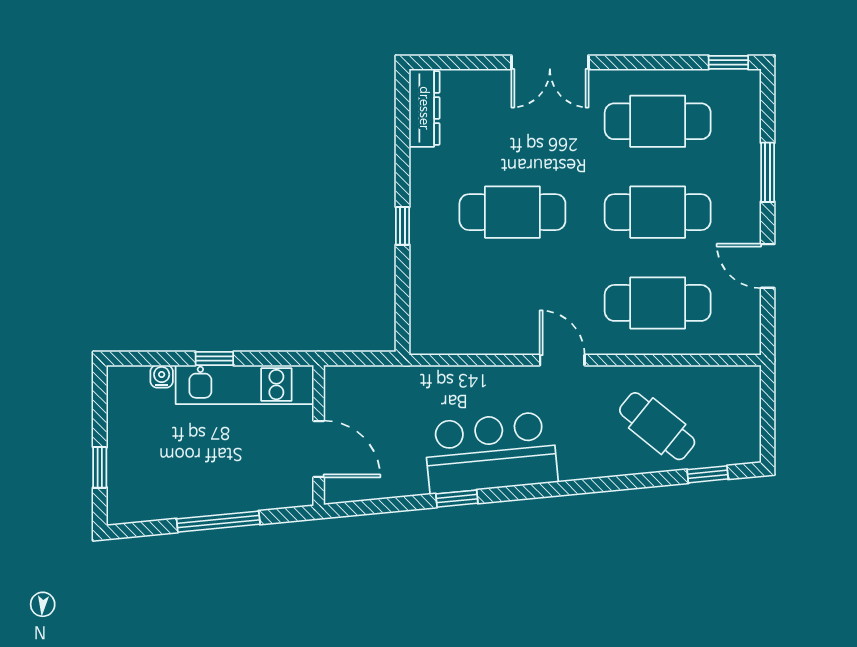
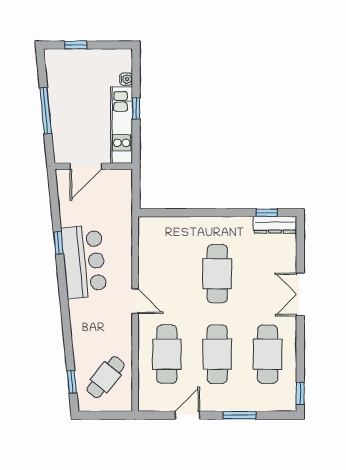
window: (402, 226) -> (267, 213), moved
door: (562, 360) -> (135, 301), hinge flipped
cafe table: (657, 426) -> (106, 377), moved

